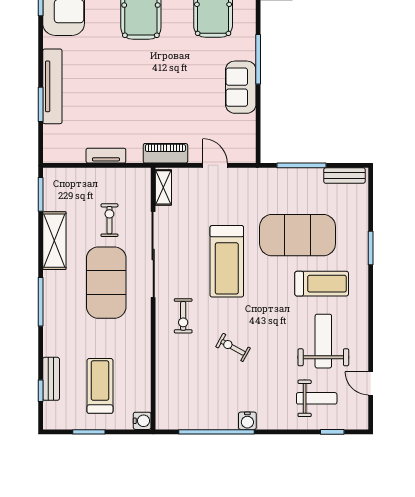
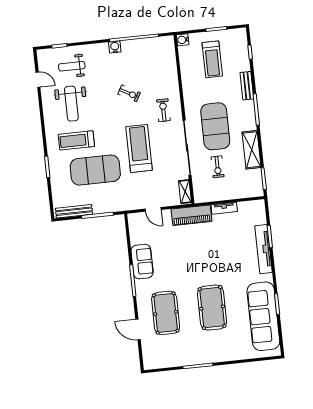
piano: (165, 153) -> (191, 215), width x1.37, depth x1.33
bench: (344, 176) -> (74, 211), width x1.36
bench: (51, 379) -> (247, 86), moved

